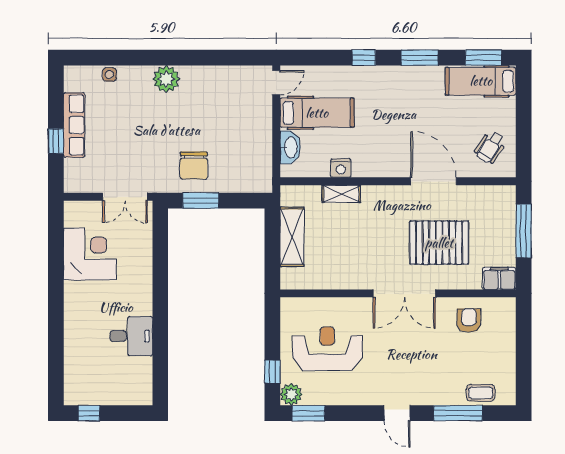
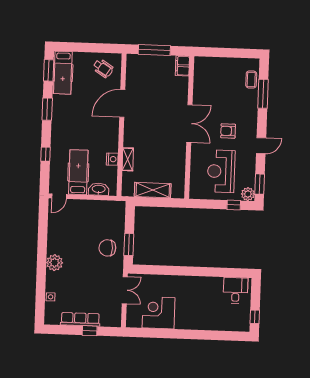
window: (364, 58) -> (46, 154), moved
door: (276, 82) -> (59, 196), swing flipped
chair: (194, 165) -> (107, 248), turned 180
pallet: (439, 243) -> (159, 101), removed
armchair: (469, 320) -> (228, 131), moved
desk: (131, 336) -> (235, 290), moved
door: (397, 413) -> (261, 146), moved

